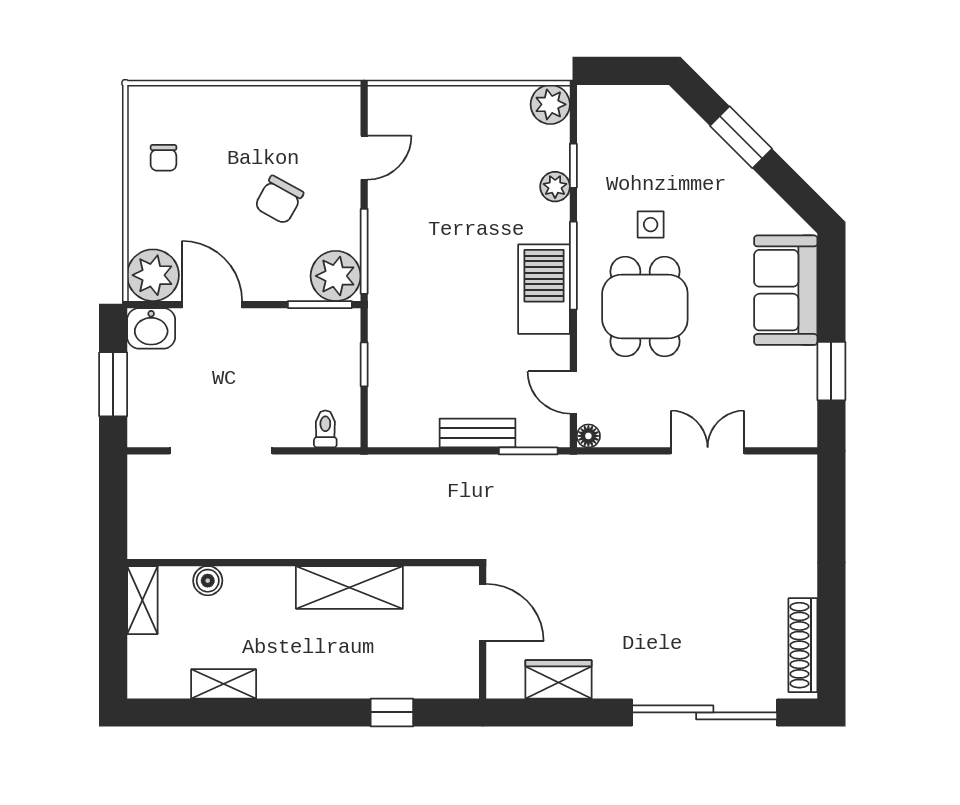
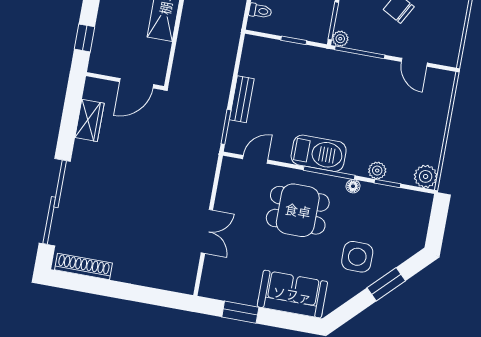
side table: (651, 225) -> (357, 257), moved, width x1.87, depth x1.87
plant: (336, 276) -> (340, 39), width x0.53, depth x0.53
floor lamp: (588, 436) -> (353, 186), moved
window: (392, 712) -> (85, 38), moved

